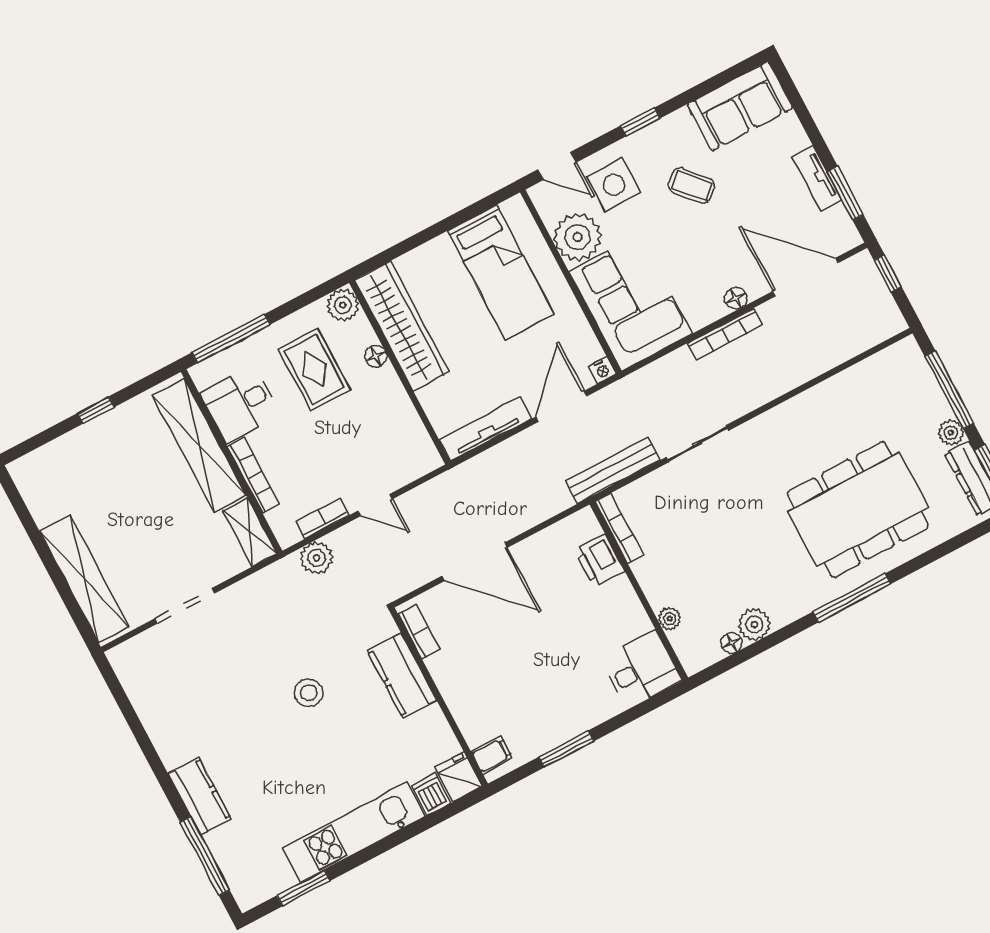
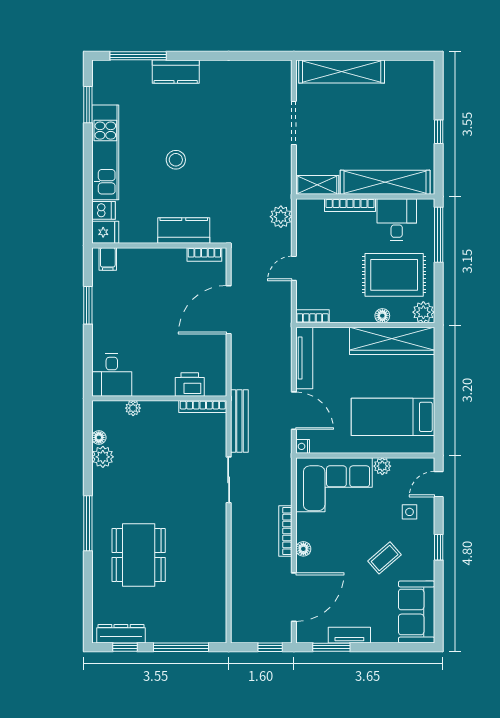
side table: (614, 185) -> (409, 512), width x0.54, depth x0.54
plant: (577, 237) -> (382, 466), width x0.53, depth x0.53
rug: (314, 369) -> (394, 275), width x1.36, depth x1.43
plant: (951, 433) -> (155, 635), removed
dining table: (858, 510) -> (139, 555), width x0.73, depth x0.80
bookcase: (322, 518) -> (313, 316), moved, turned -90
stool: (309, 693) -> (176, 160), moved

